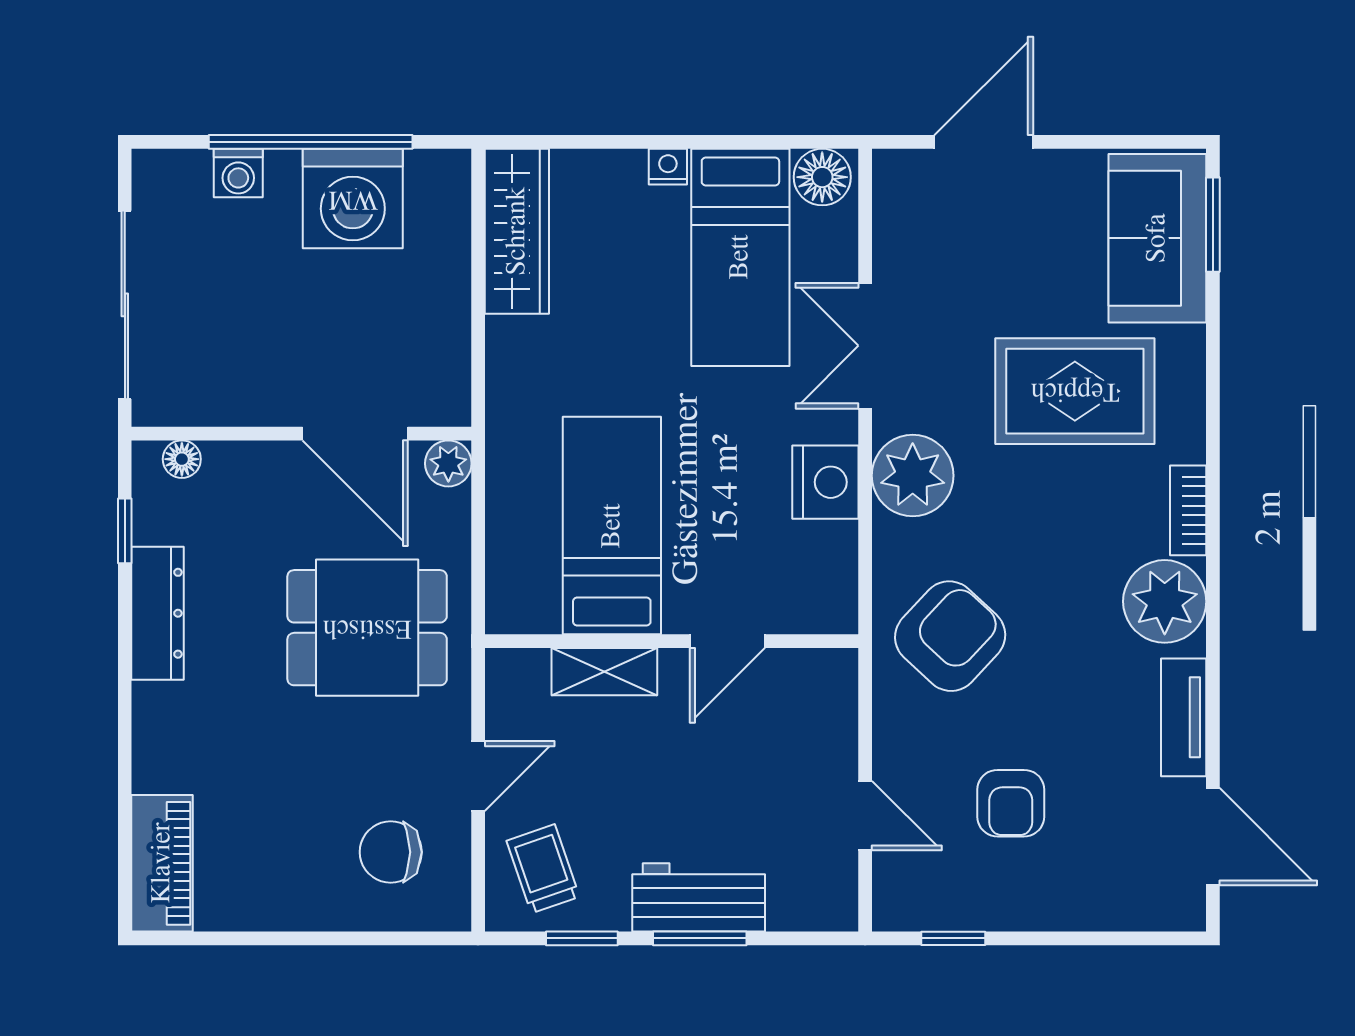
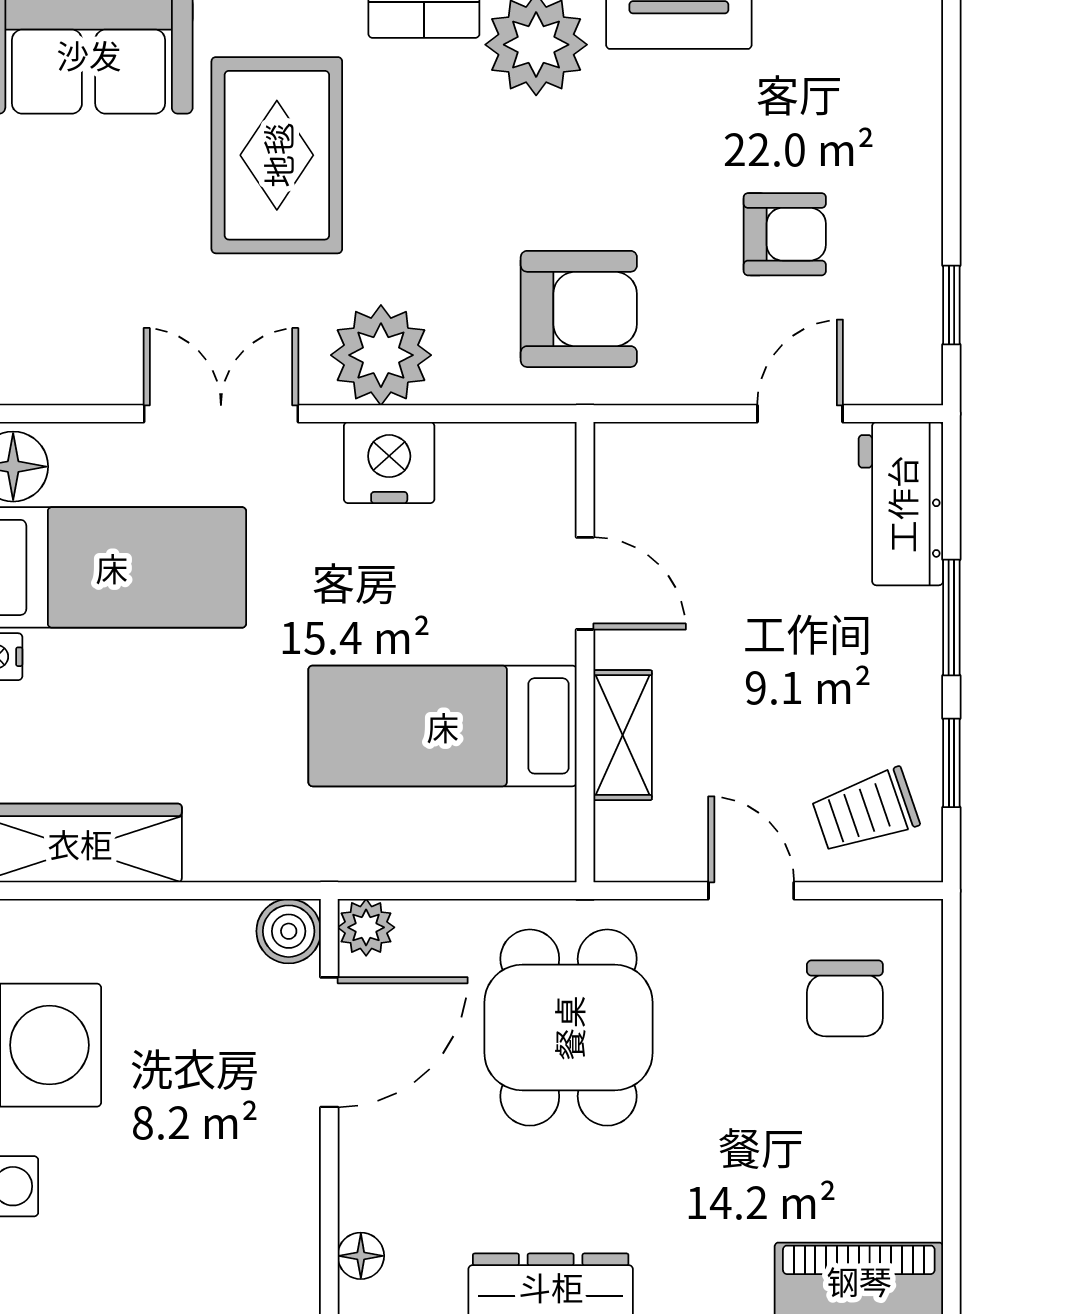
double door: (865, 346) -> (221, 414), swing flipped
boiler: (445, 401) -> (289, 931), added
armchair: (950, 636) -> (579, 309), turned 137
workbench: (699, 897) -> (901, 504), moved

